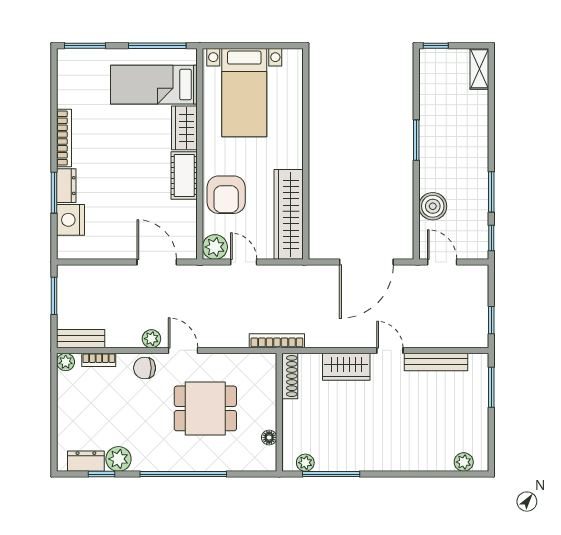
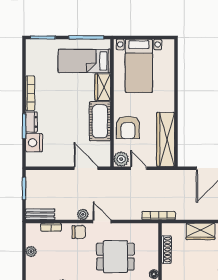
cot: (184, 176) -> (100, 121), width x1.37, depth x1.34
plant: (66, 362) -> (31, 251), moved
chair: (145, 368) -> (79, 232), turned 180
shoe rack: (290, 376) -> (166, 250), moved

